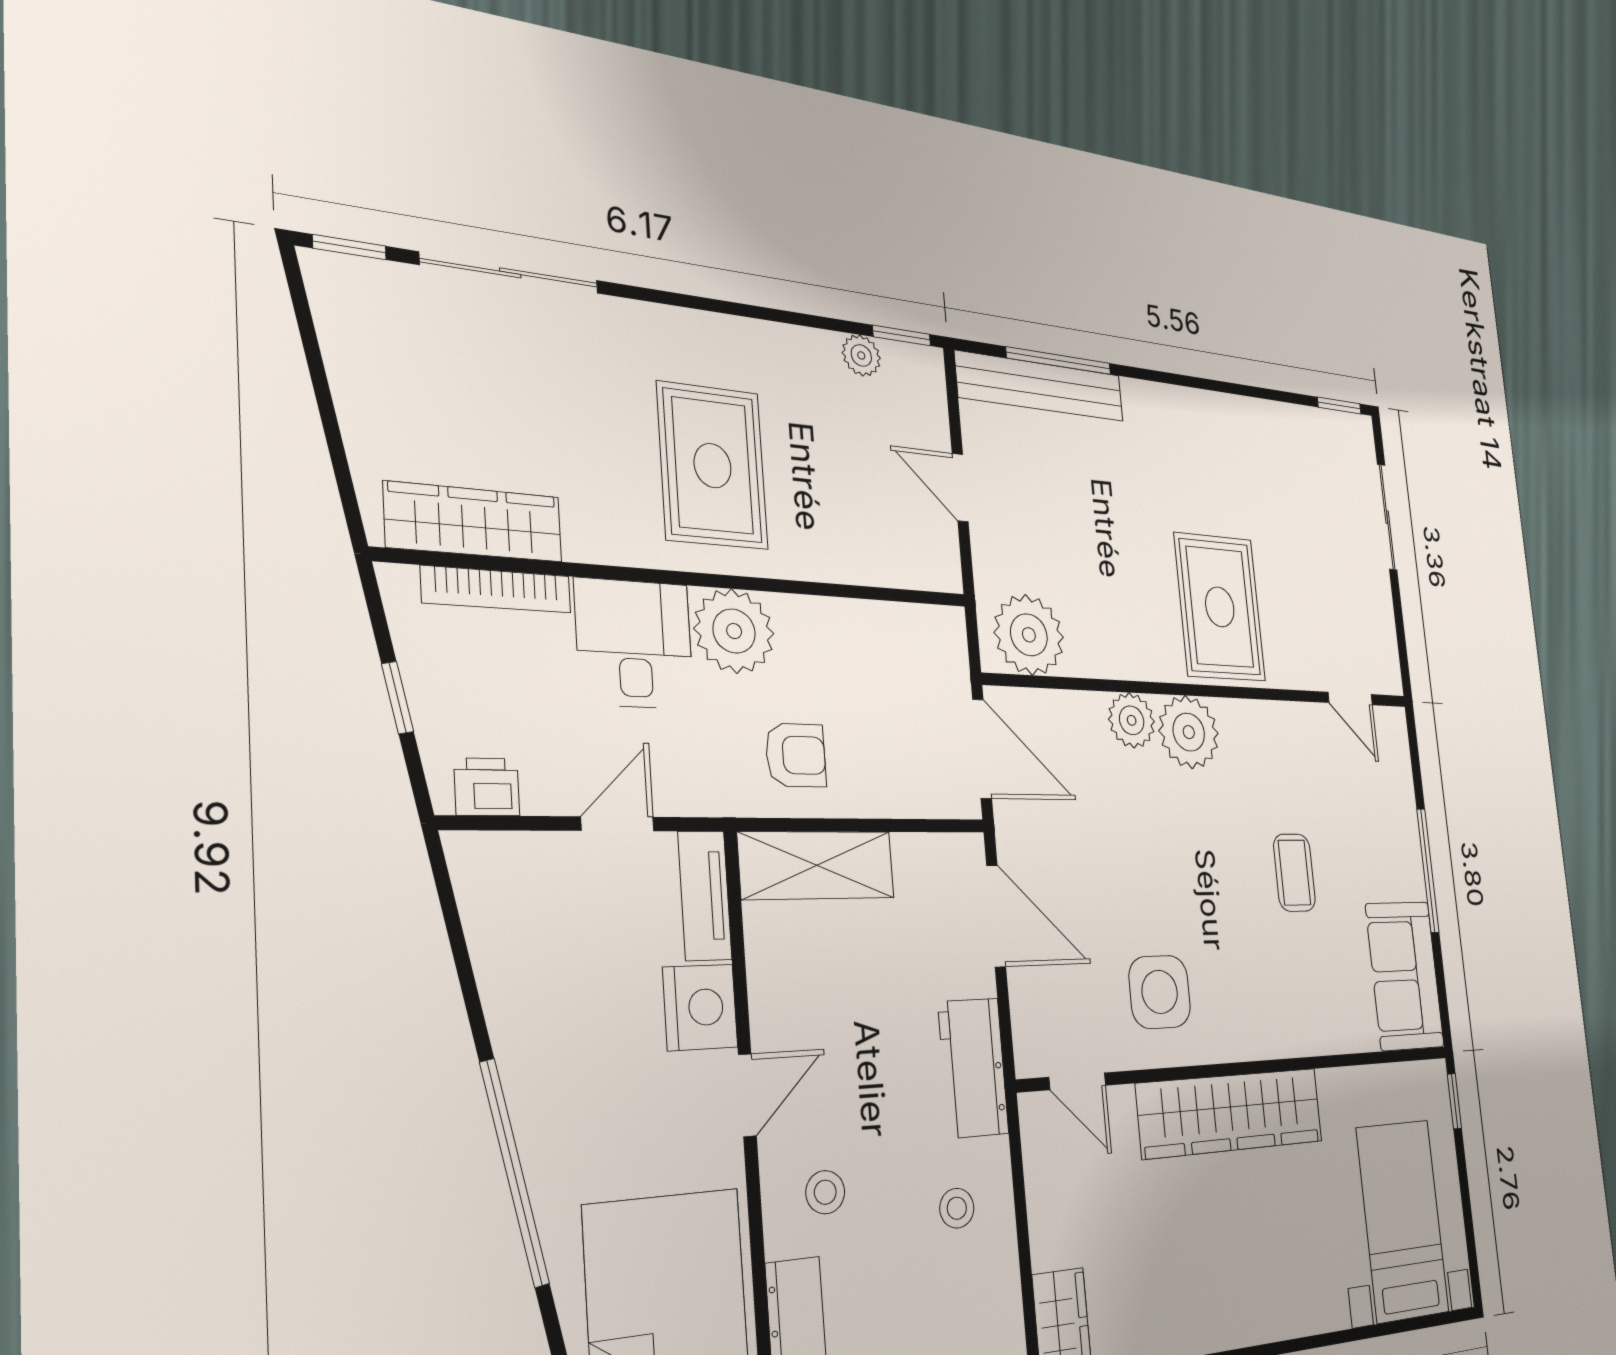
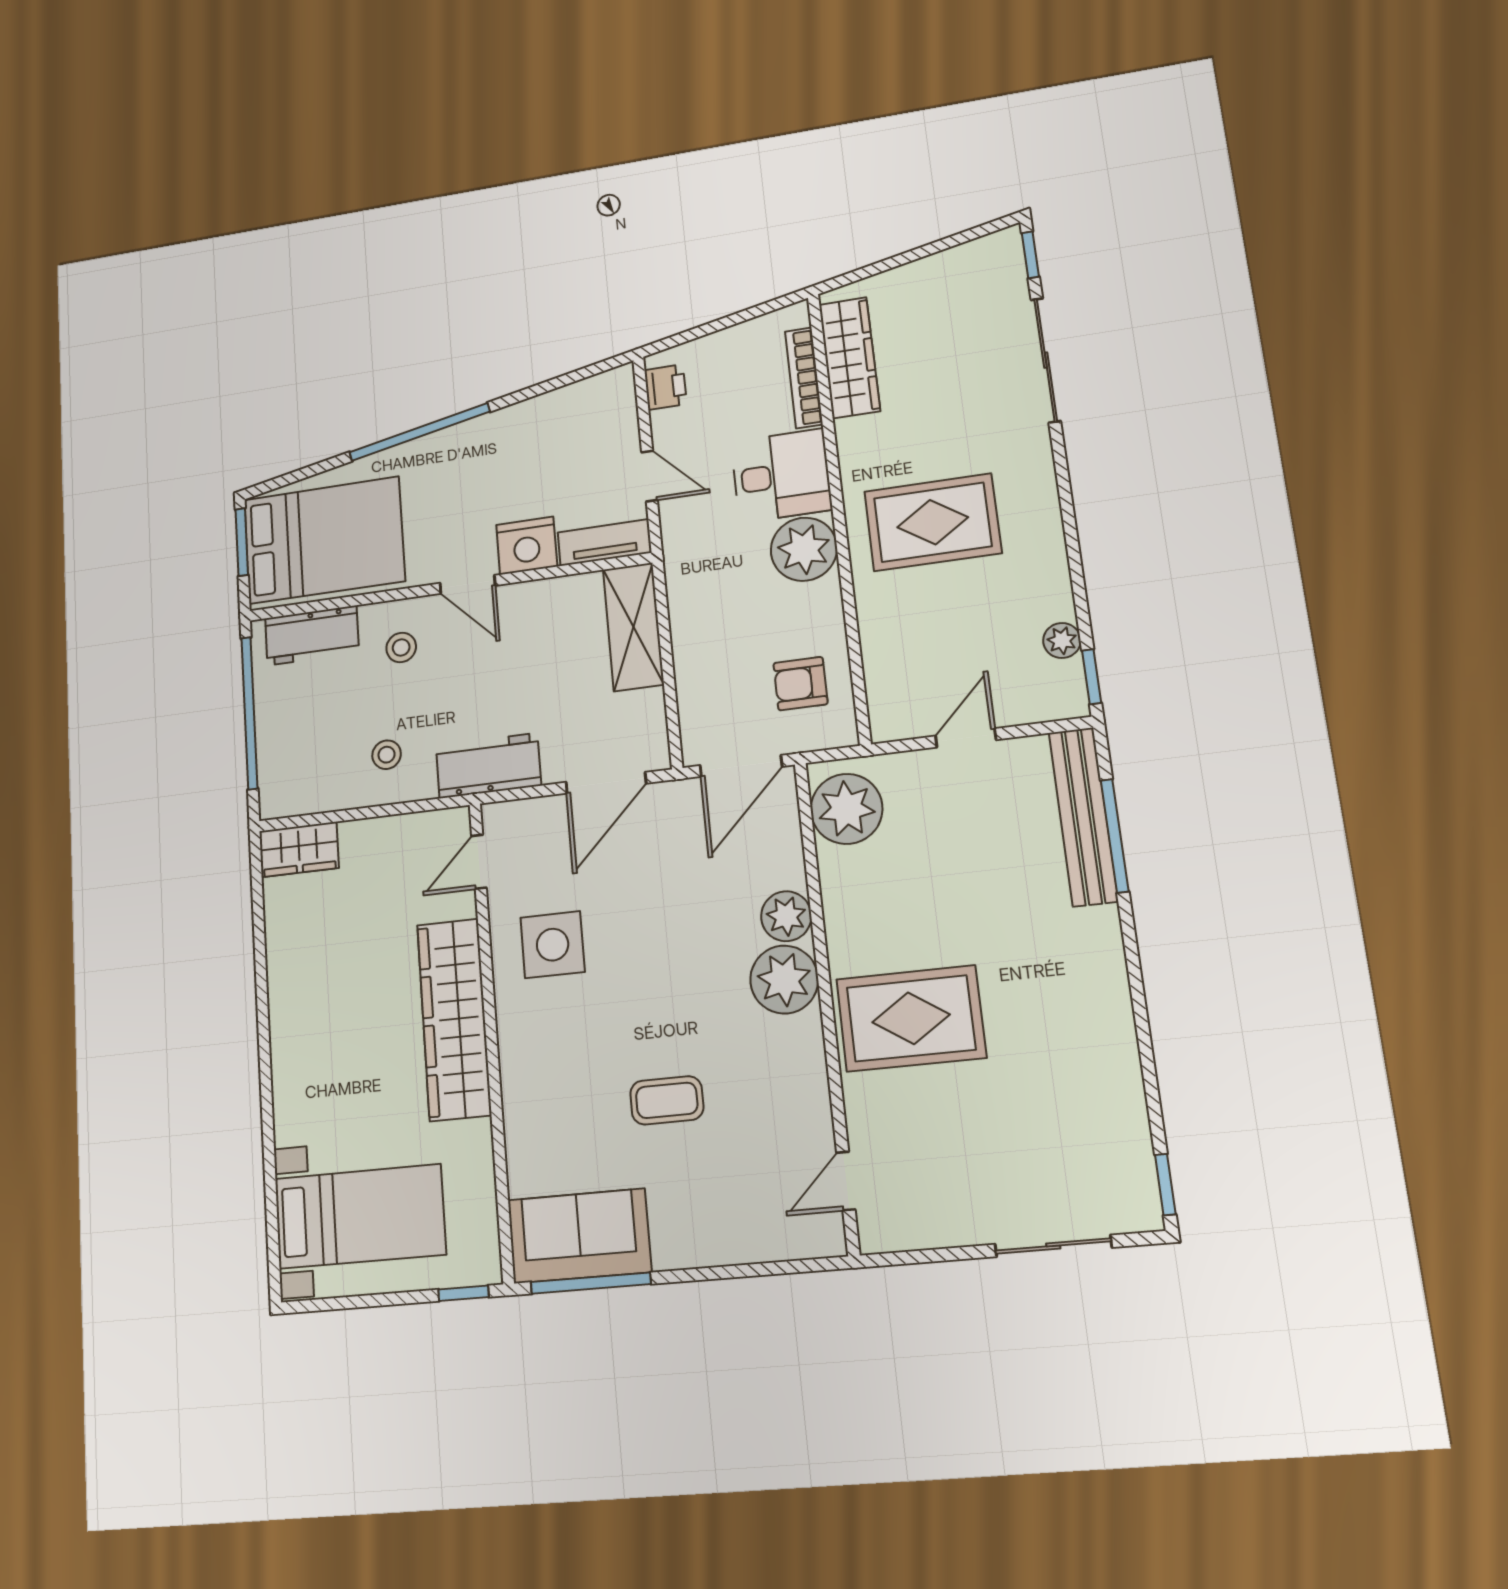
window: (397, 698) -> (718, 325), removed
armchair: (796, 755) -> (800, 684), moved, turned 90
window: (1428, 870) -> (591, 1283), moved

